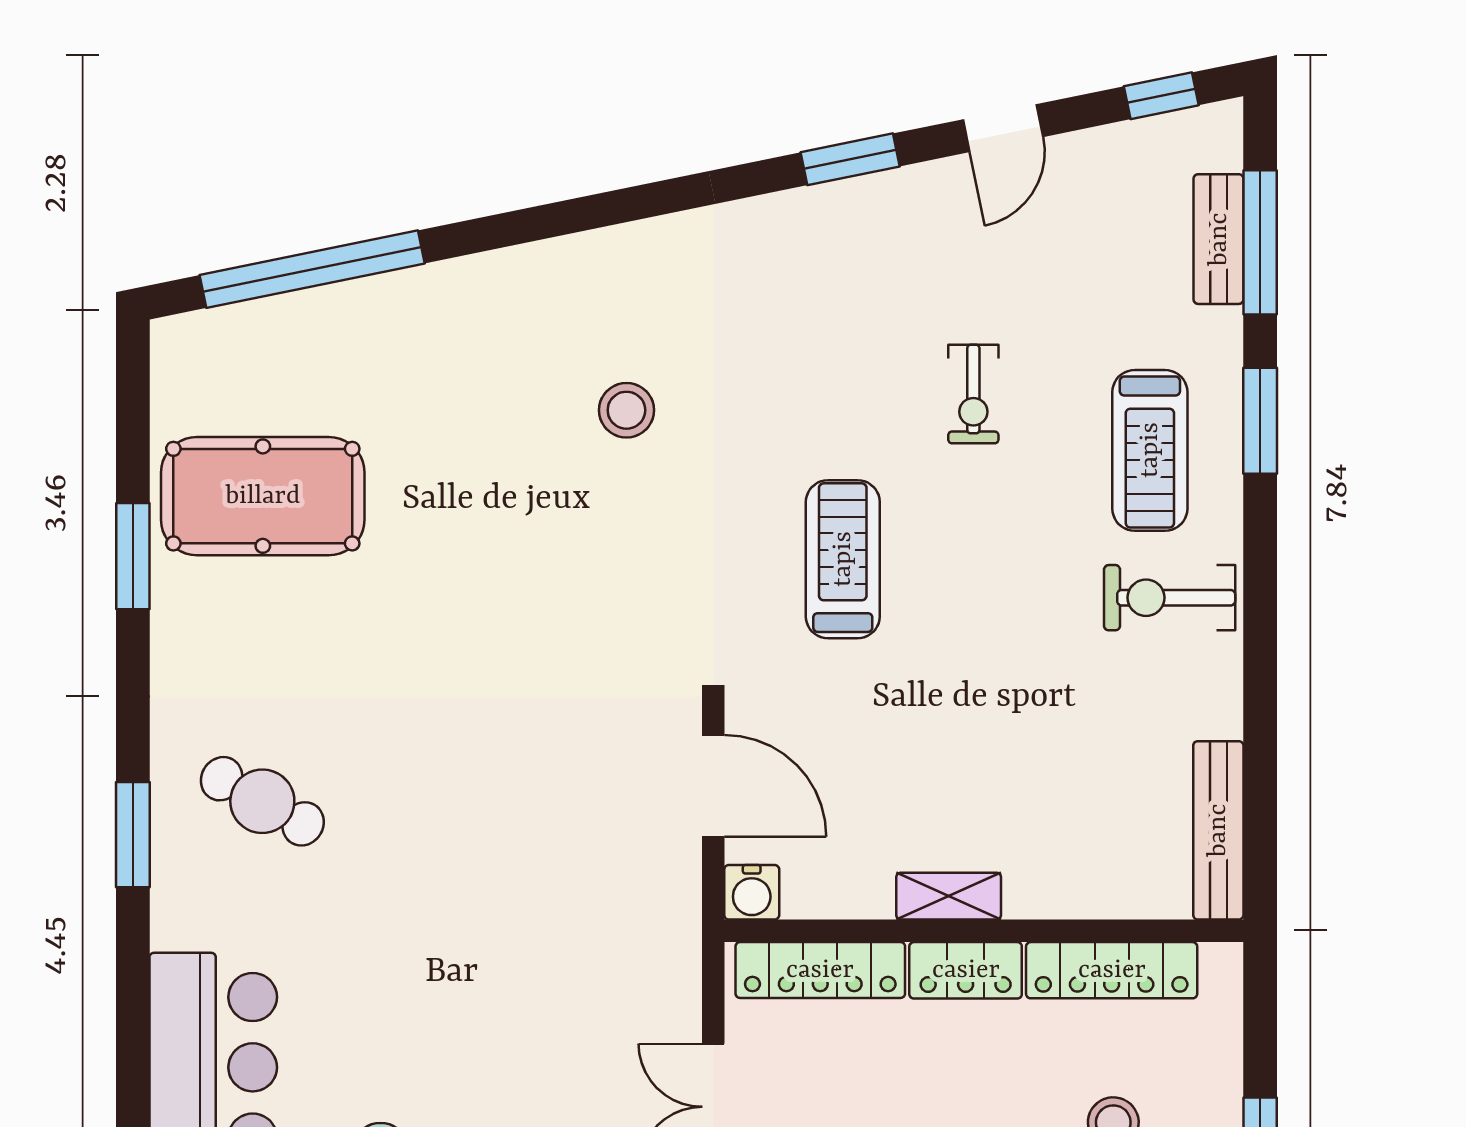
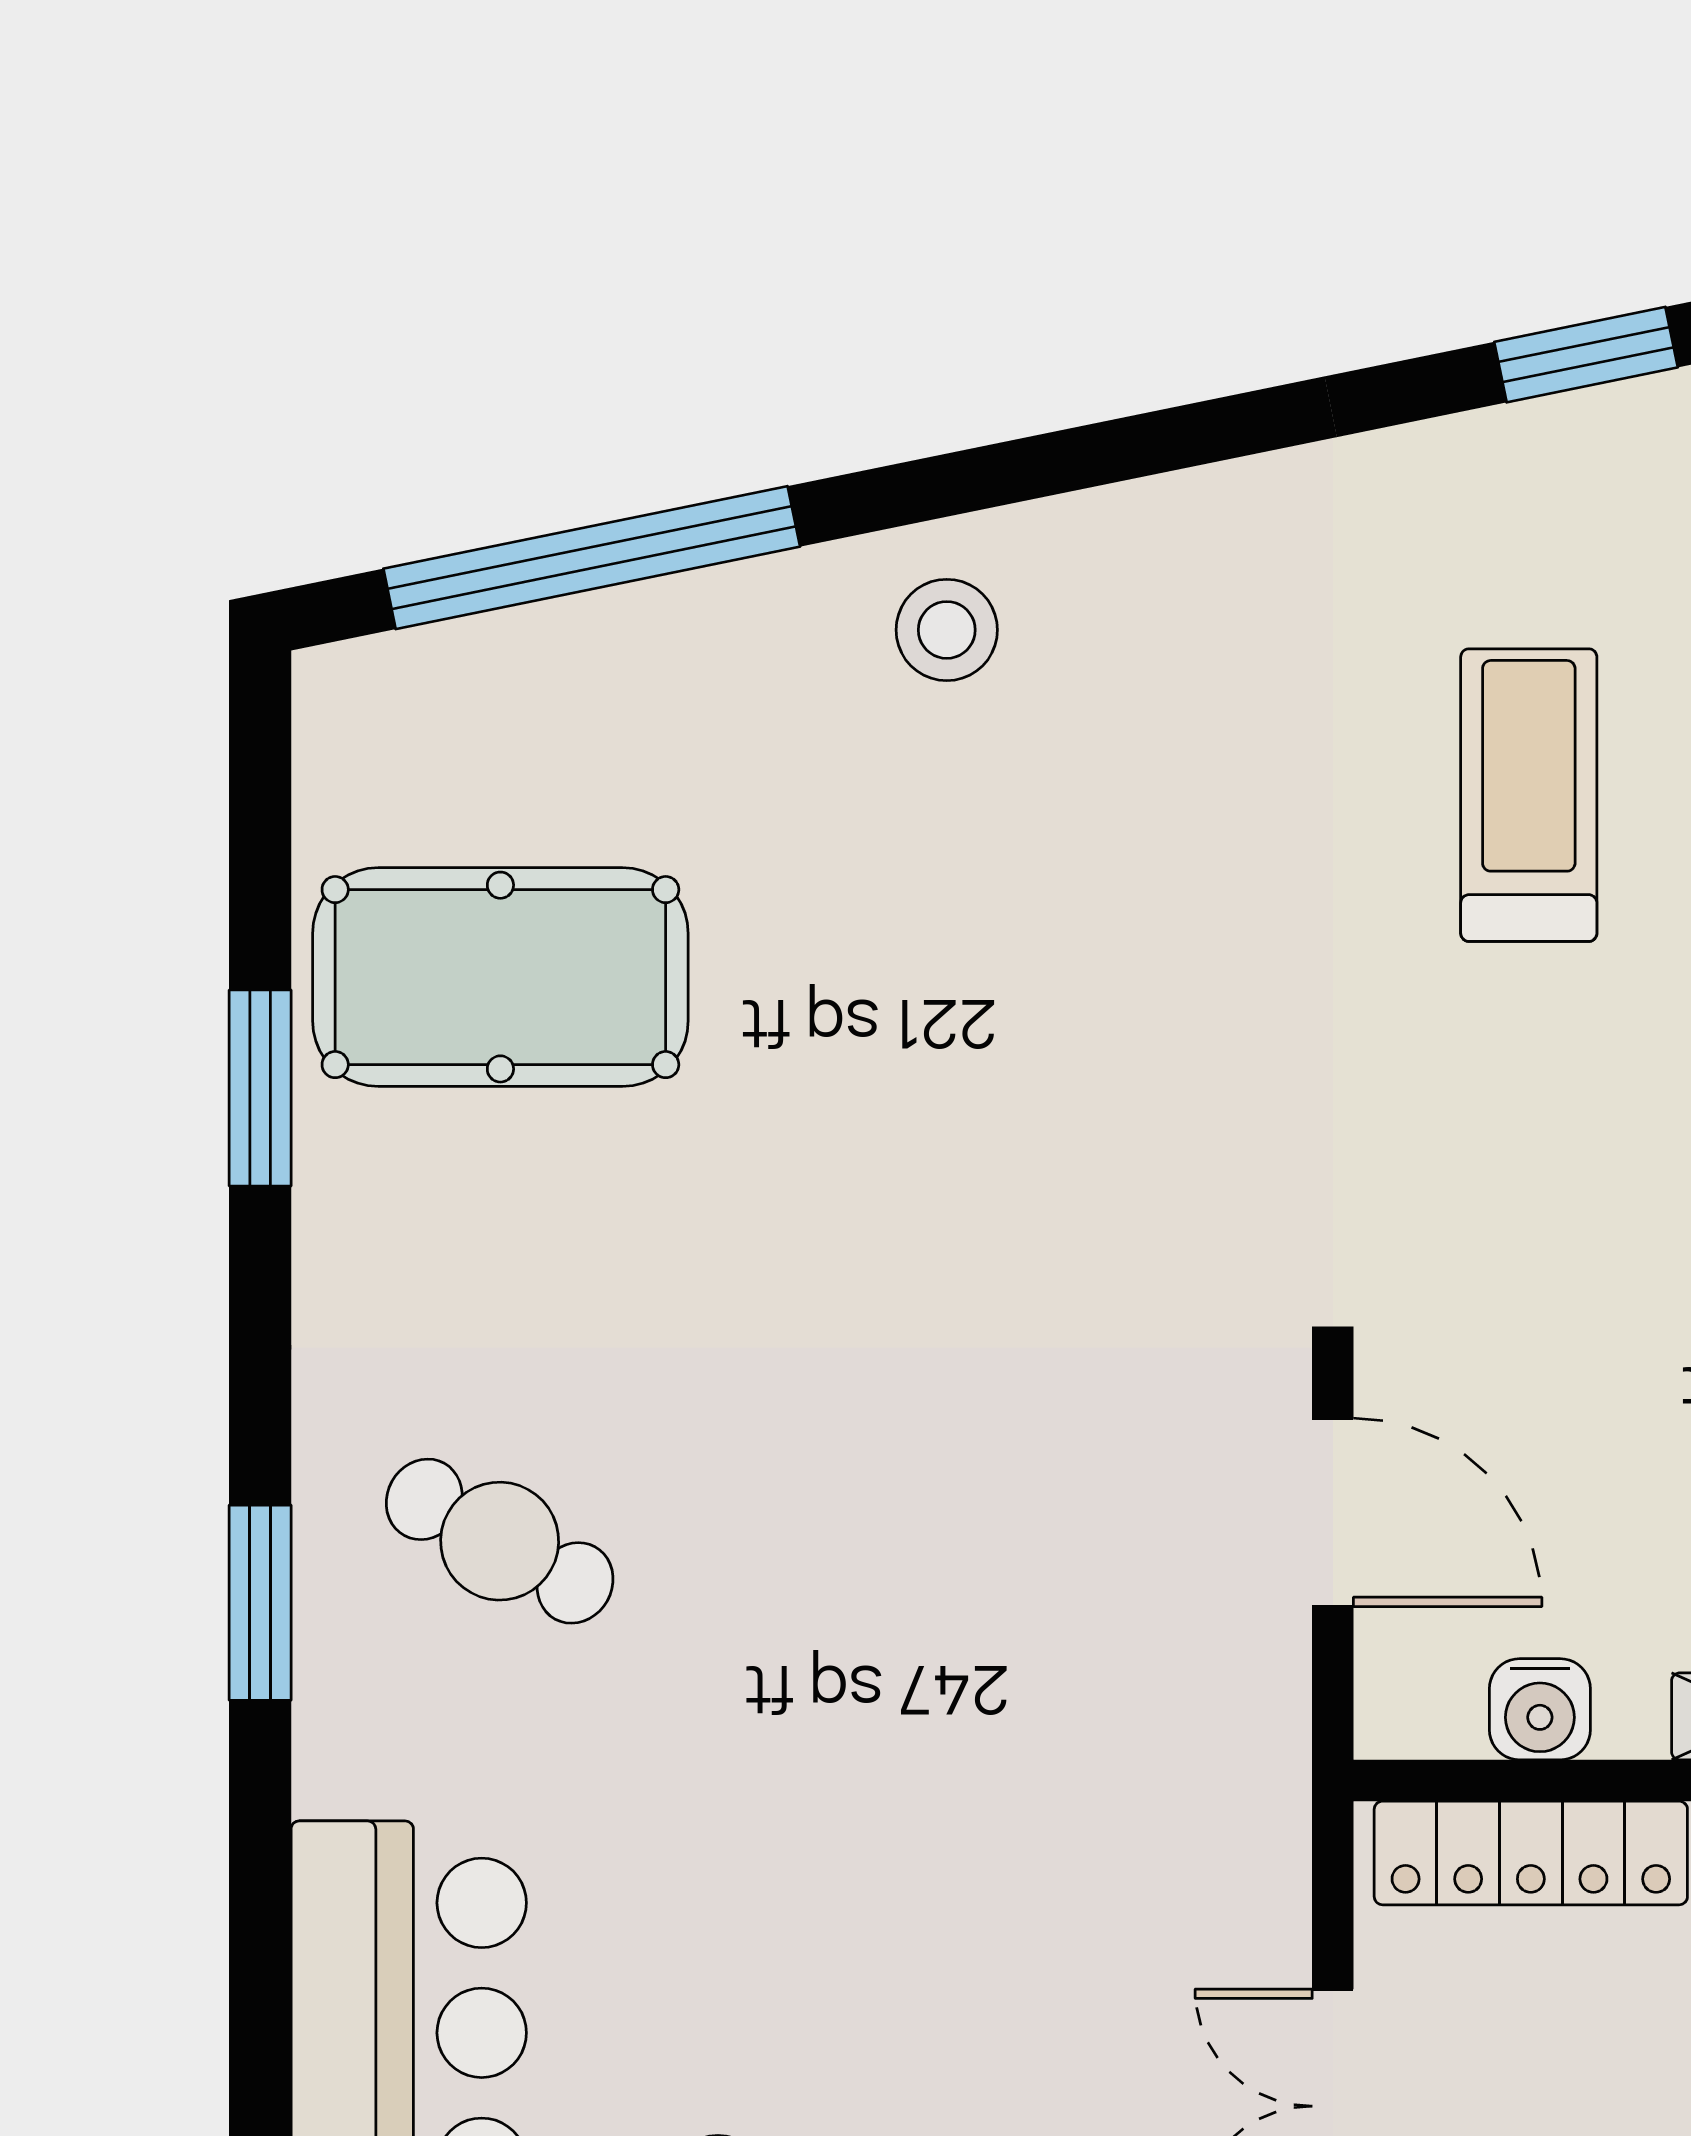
stool: (626, 410) -> (947, 630), moved
treadmill: (843, 559) -> (1529, 795), moved
water cooler: (752, 892) -> (1540, 1709), moved

